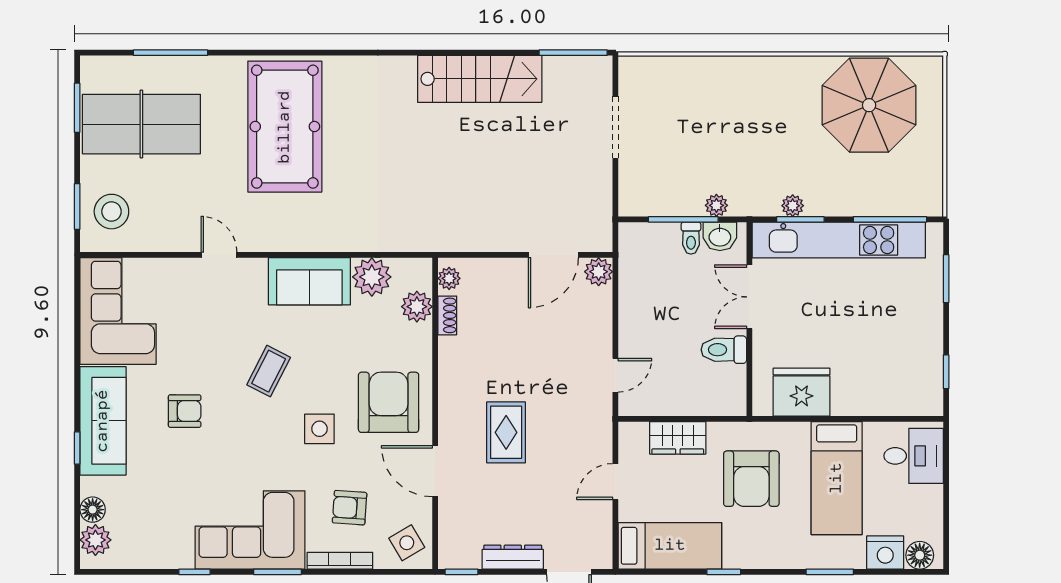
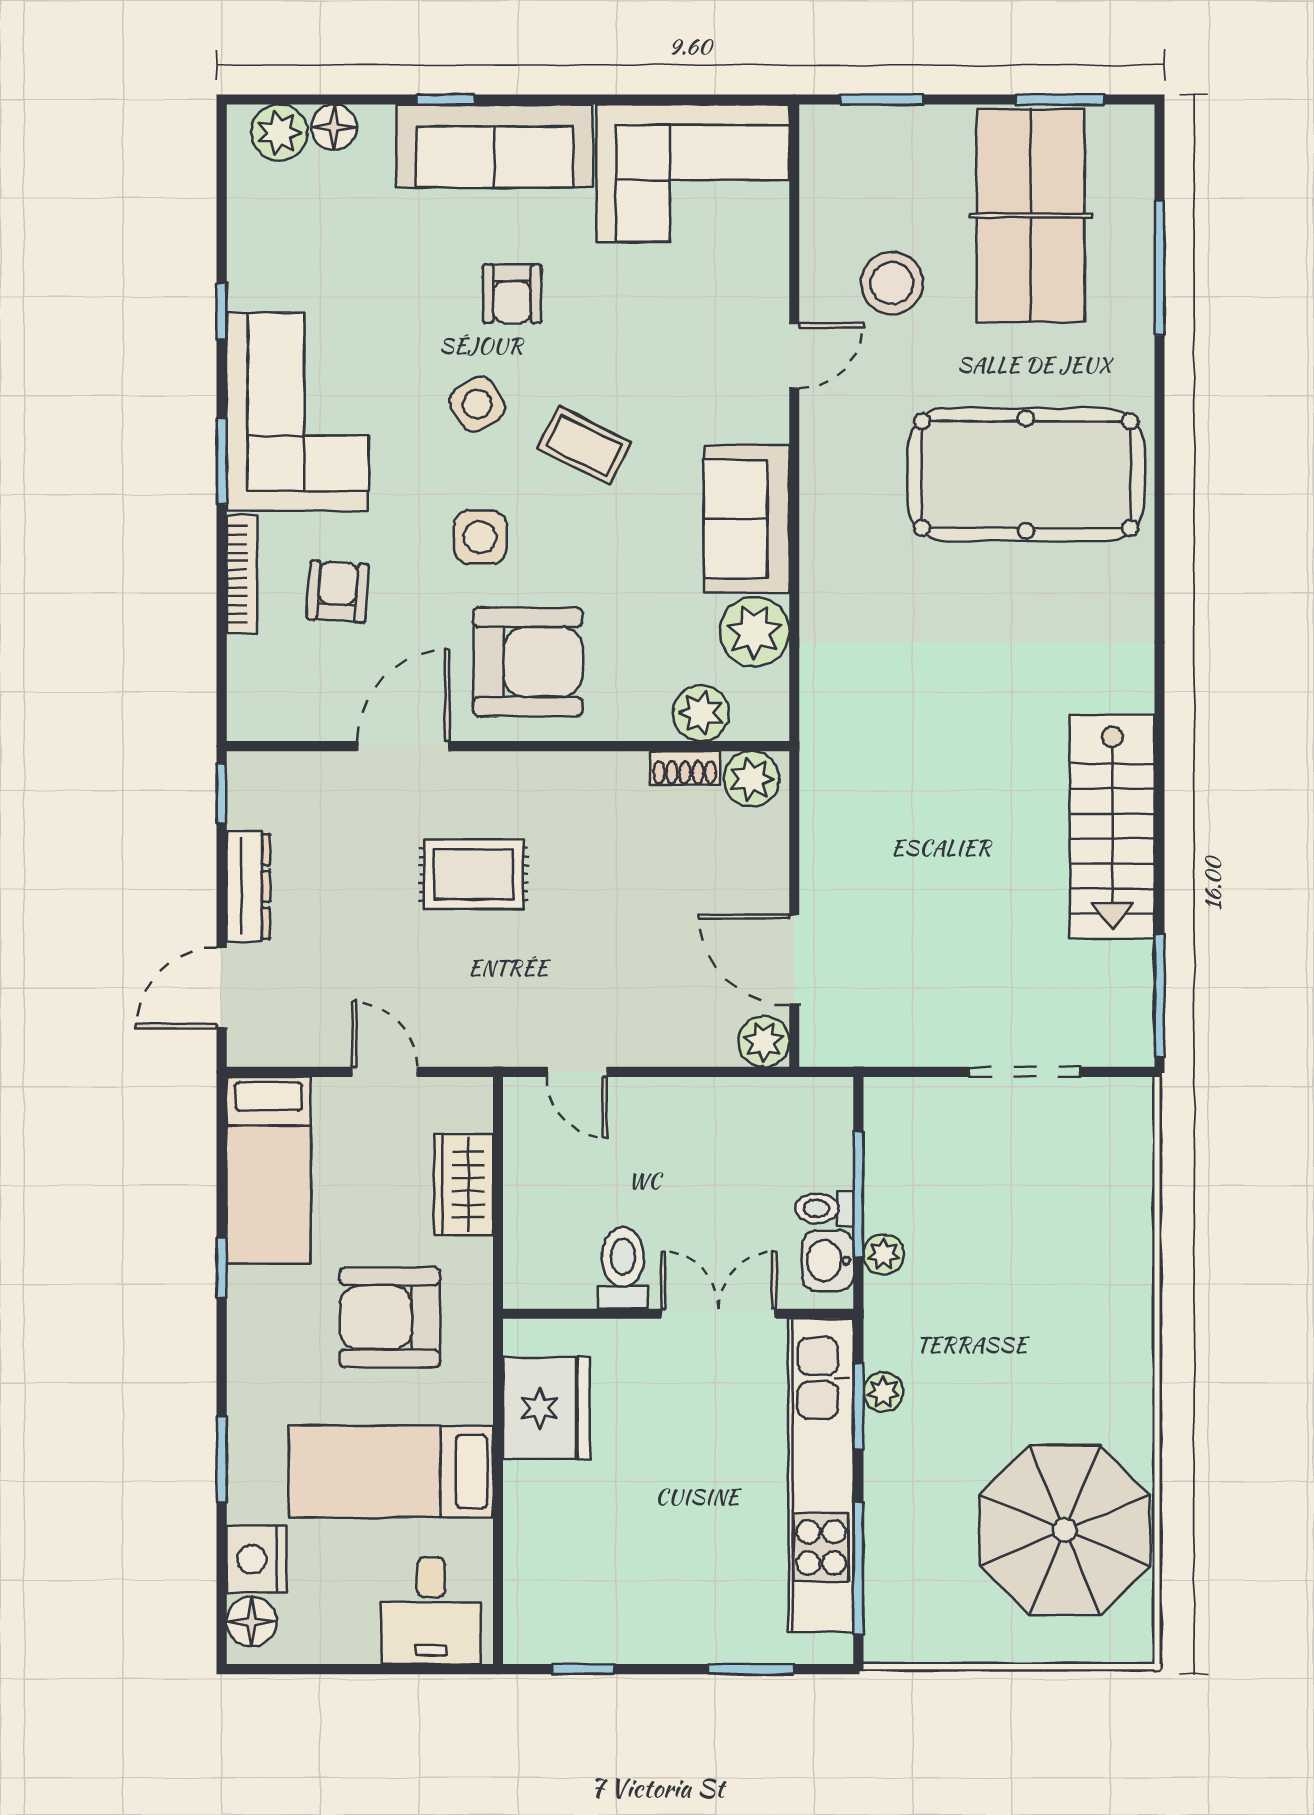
stool: (111, 212) -> (892, 283), moved
plant: (449, 278) -> (752, 779), width x1.38, depth x1.38
side table: (407, 543) -> (477, 404), moved

